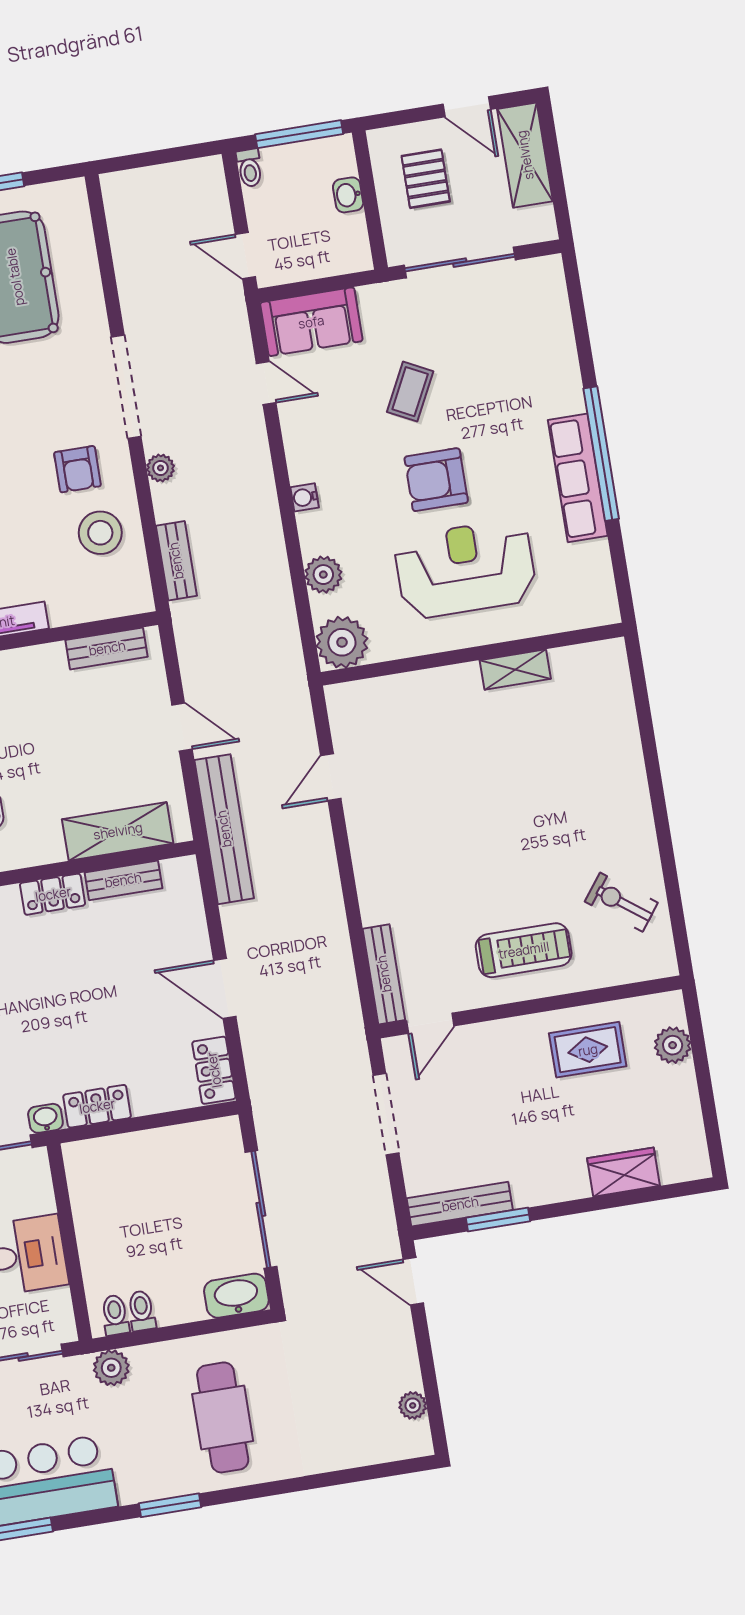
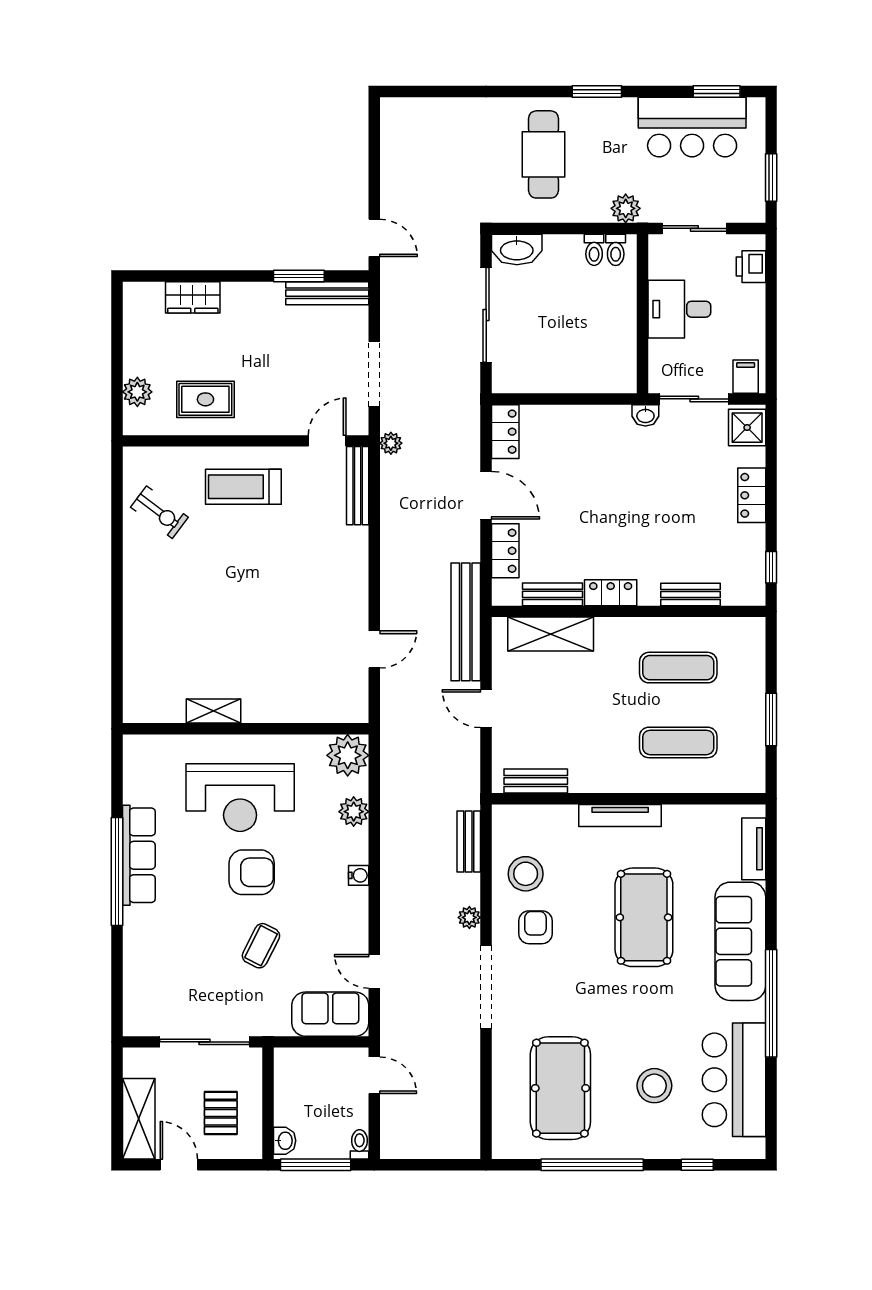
washbasin: (348, 195) -> (285, 1141), moved
locker: (97, 1106) -> (505, 551), moved, turned -90
plant: (413, 1405) -> (391, 443), moved

